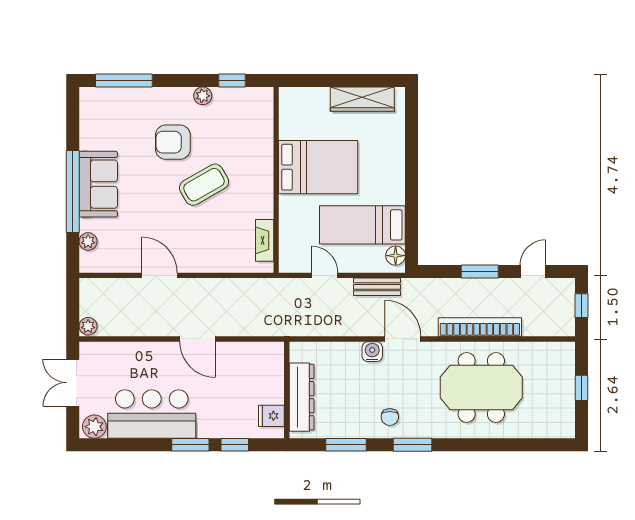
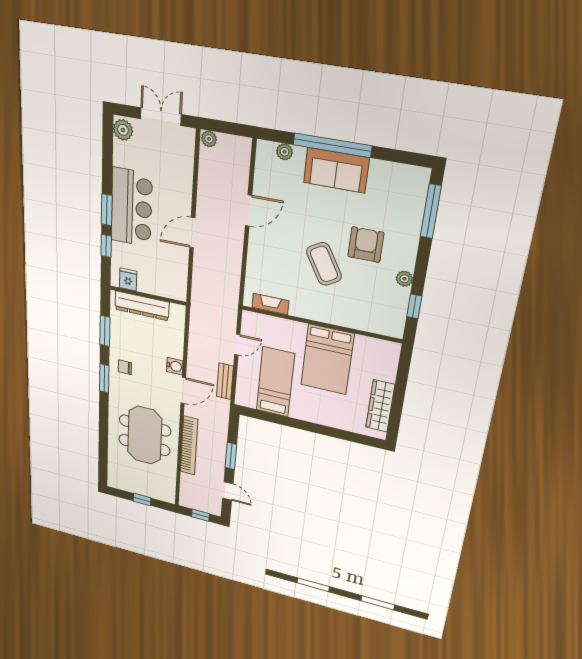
floor lamp: (396, 256) -> (248, 400), removed
bar counter: (152, 414) -> (131, 207), moved

